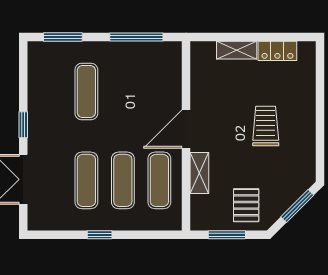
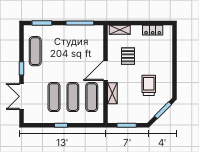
shelving: (237, 50) -> (120, 30), moved
exercise mat: (86, 92) -> (35, 51), moved
trolley: (266, 126) -> (149, 85), moved
pallet: (246, 205) -> (128, 56), moved

